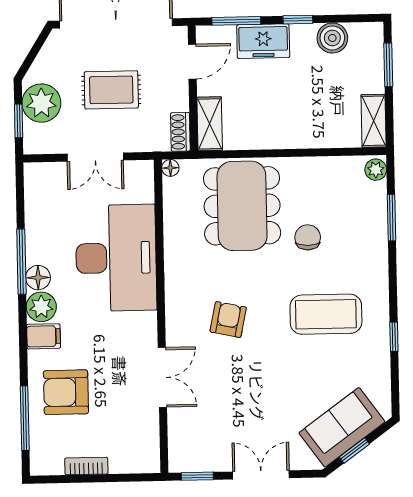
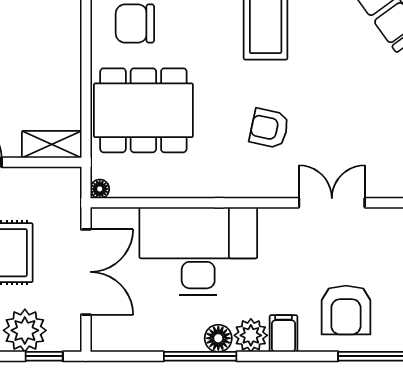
shoe rack: (180, 132) -> (60, 177), removed
double door: (95, 157) -> (86, 272), width x1.37
chair: (308, 237) -> (135, 24), moved, width x1.37, depth x1.37

